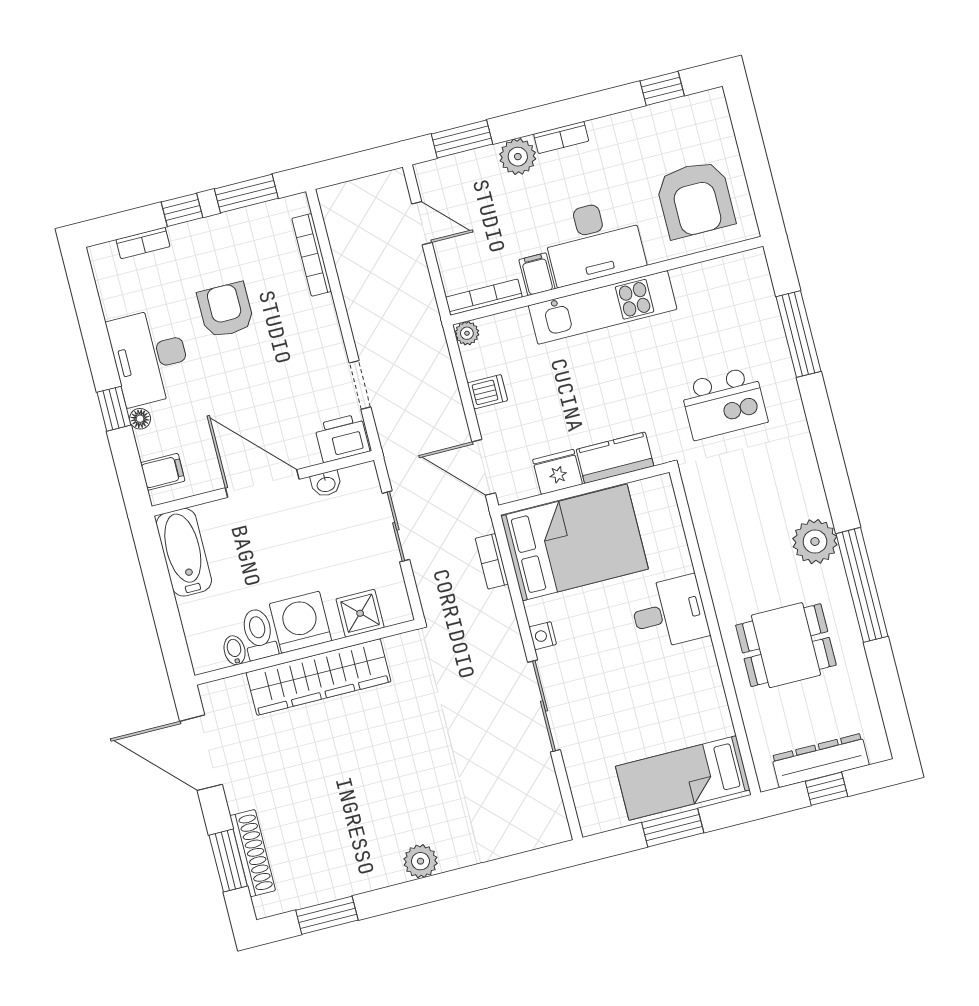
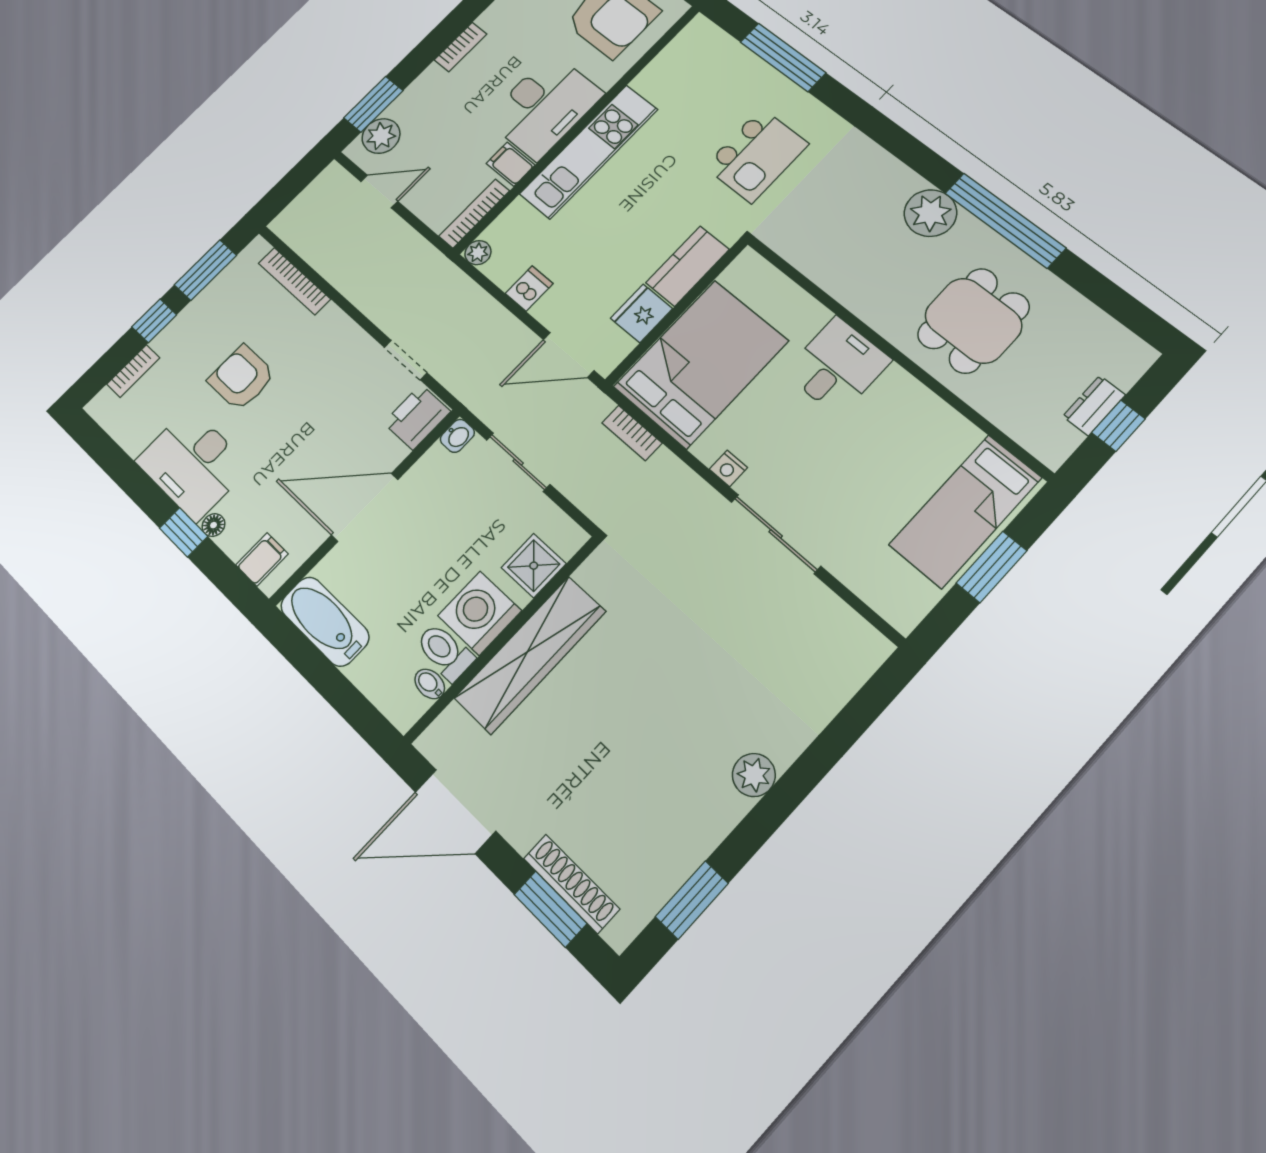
plant: (518, 157) -> (381, 136), moved
washbasin: (326, 484) -> (457, 436), moved
dresser: (820, 760) -> (1094, 406), width x0.51, depth x0.80

